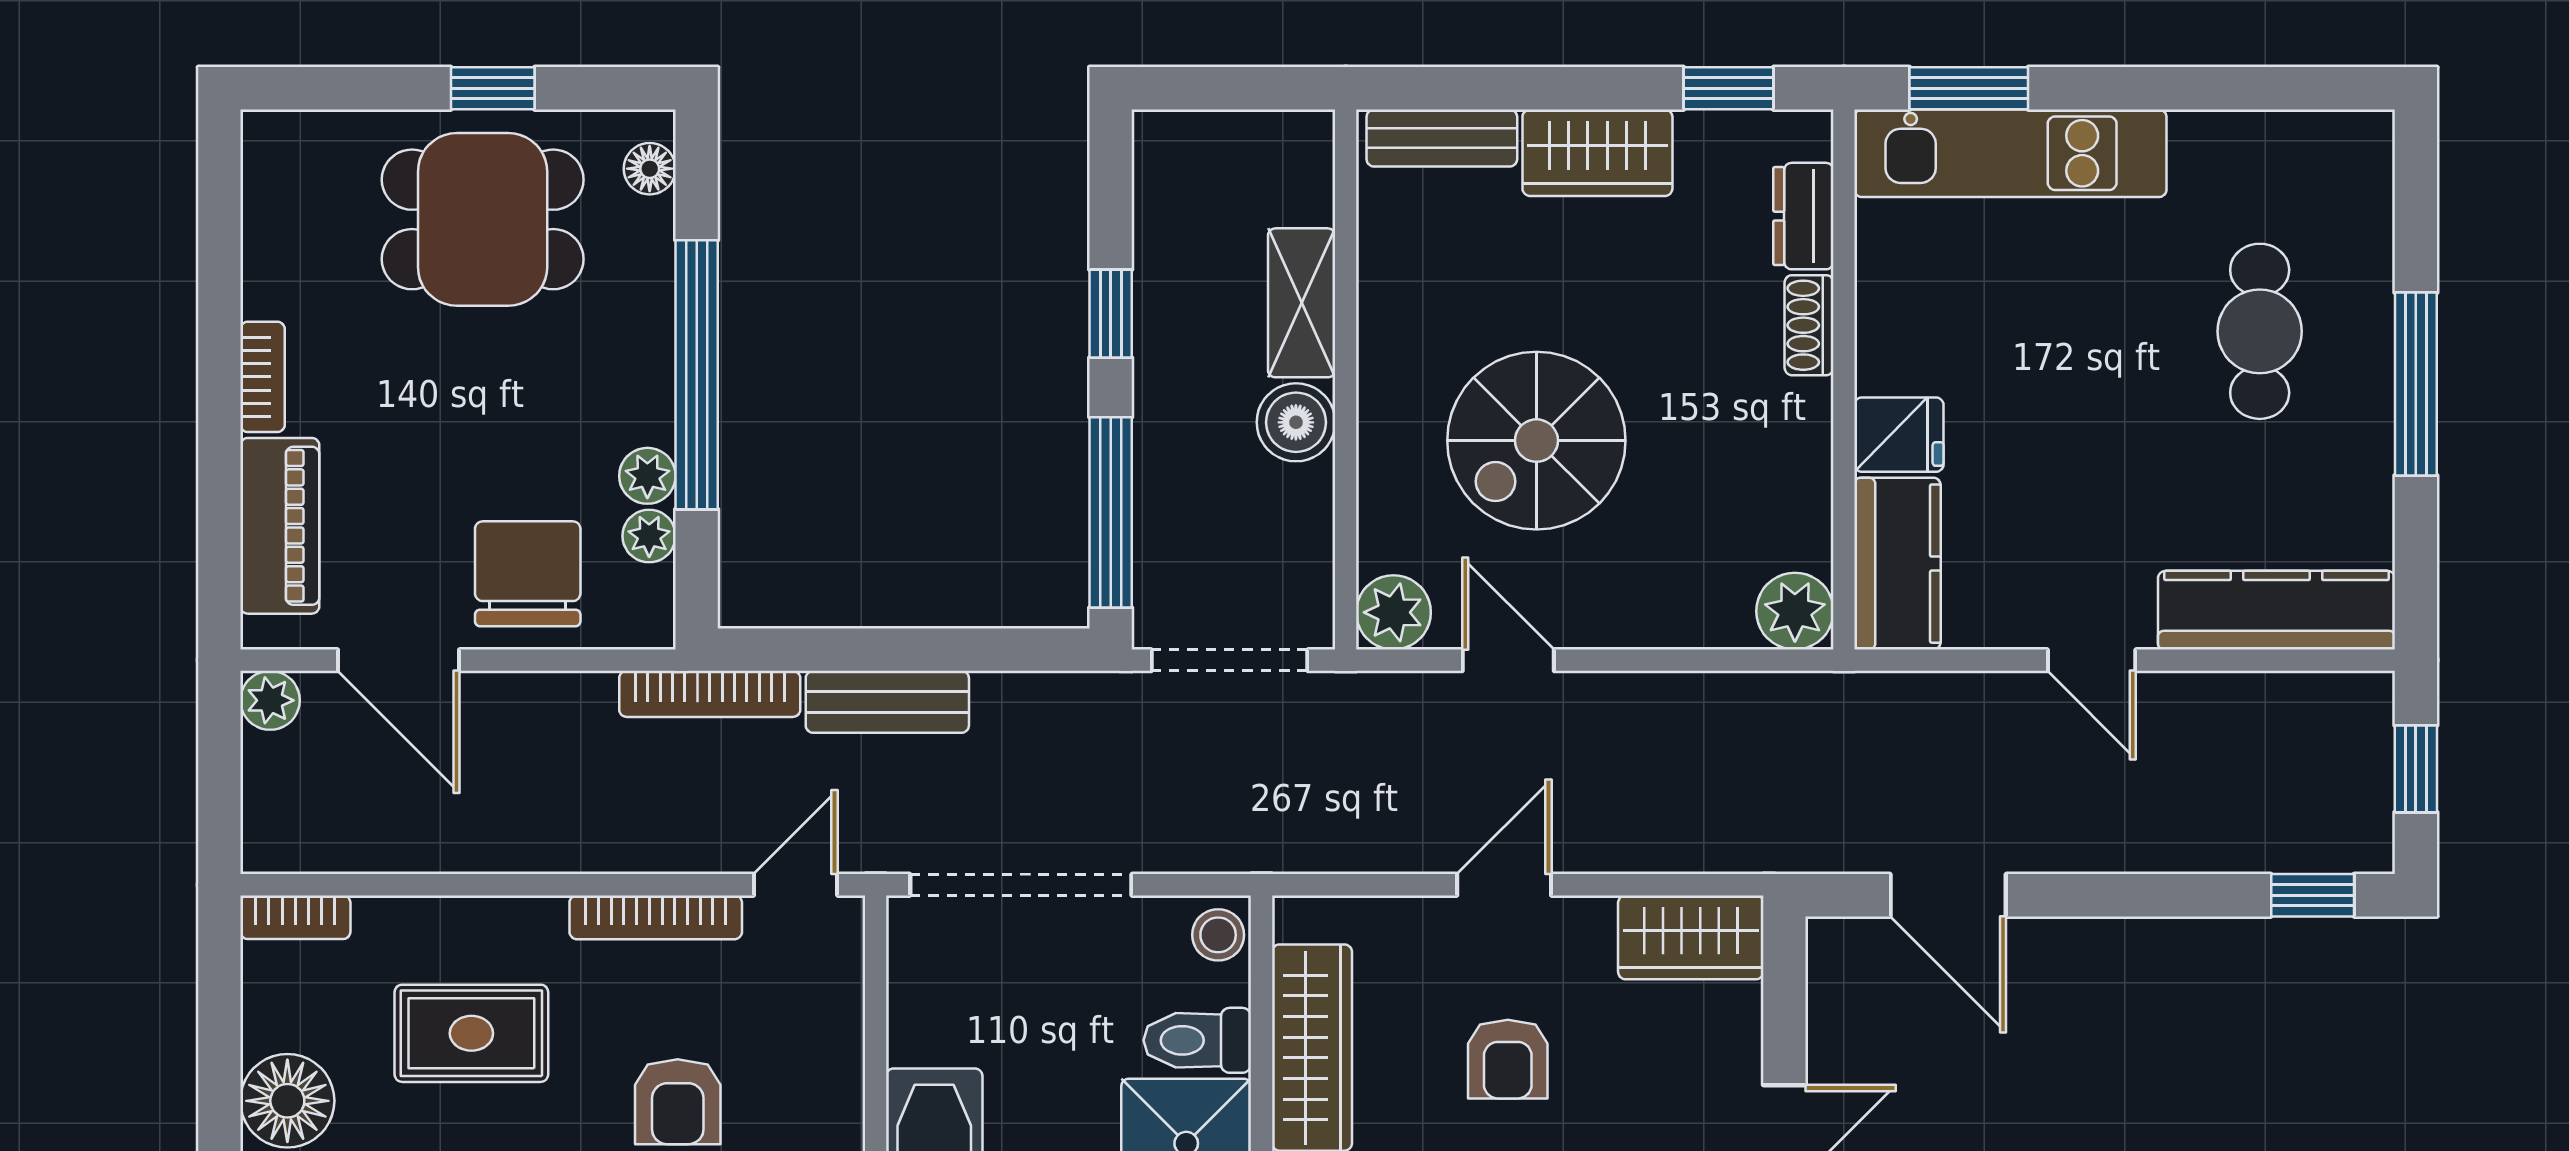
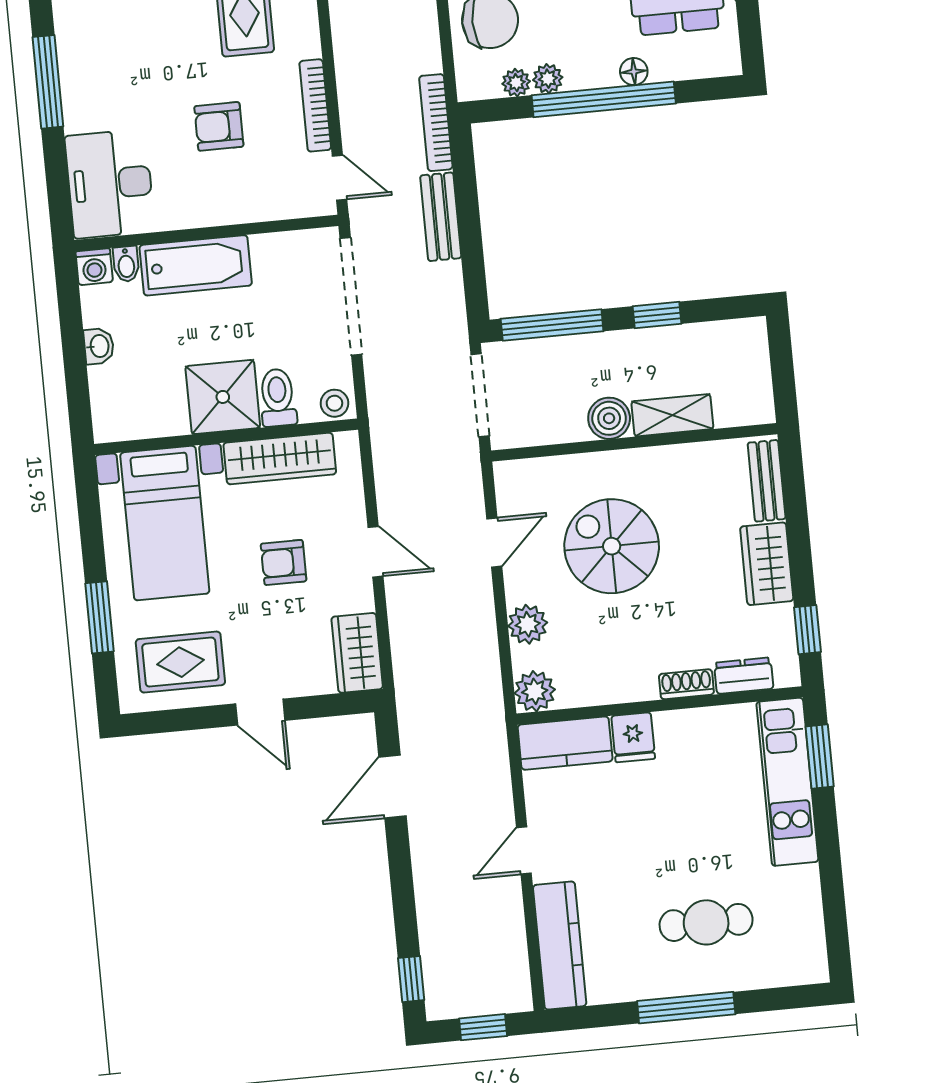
floor lamp: (650, 169) -> (634, 72), moved
plant: (1393, 612) -> (528, 624), moved

